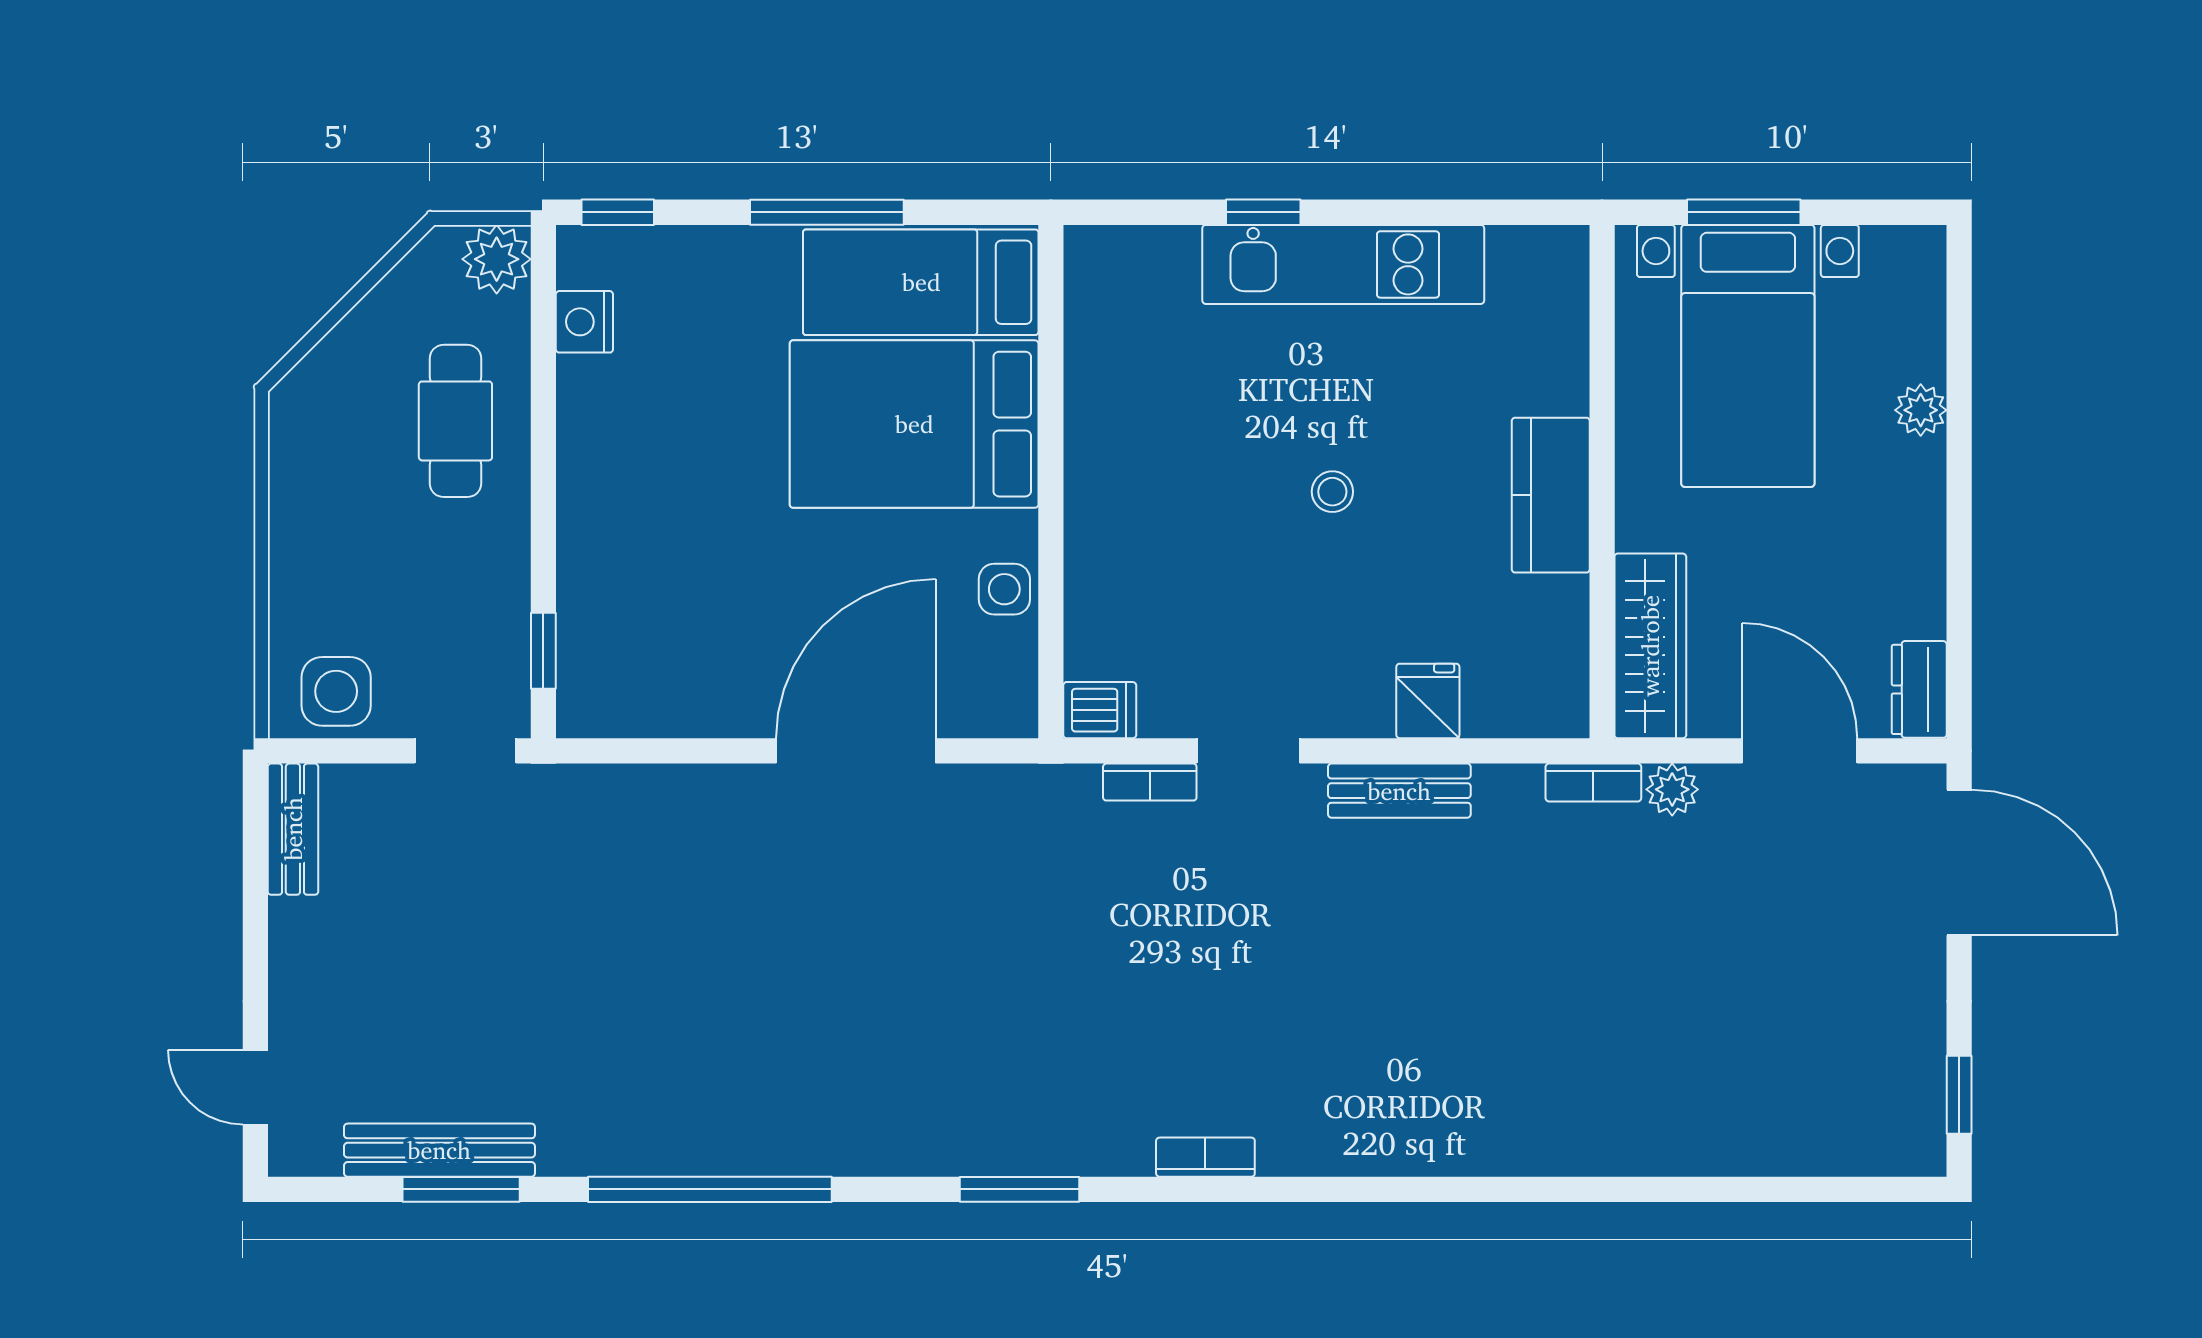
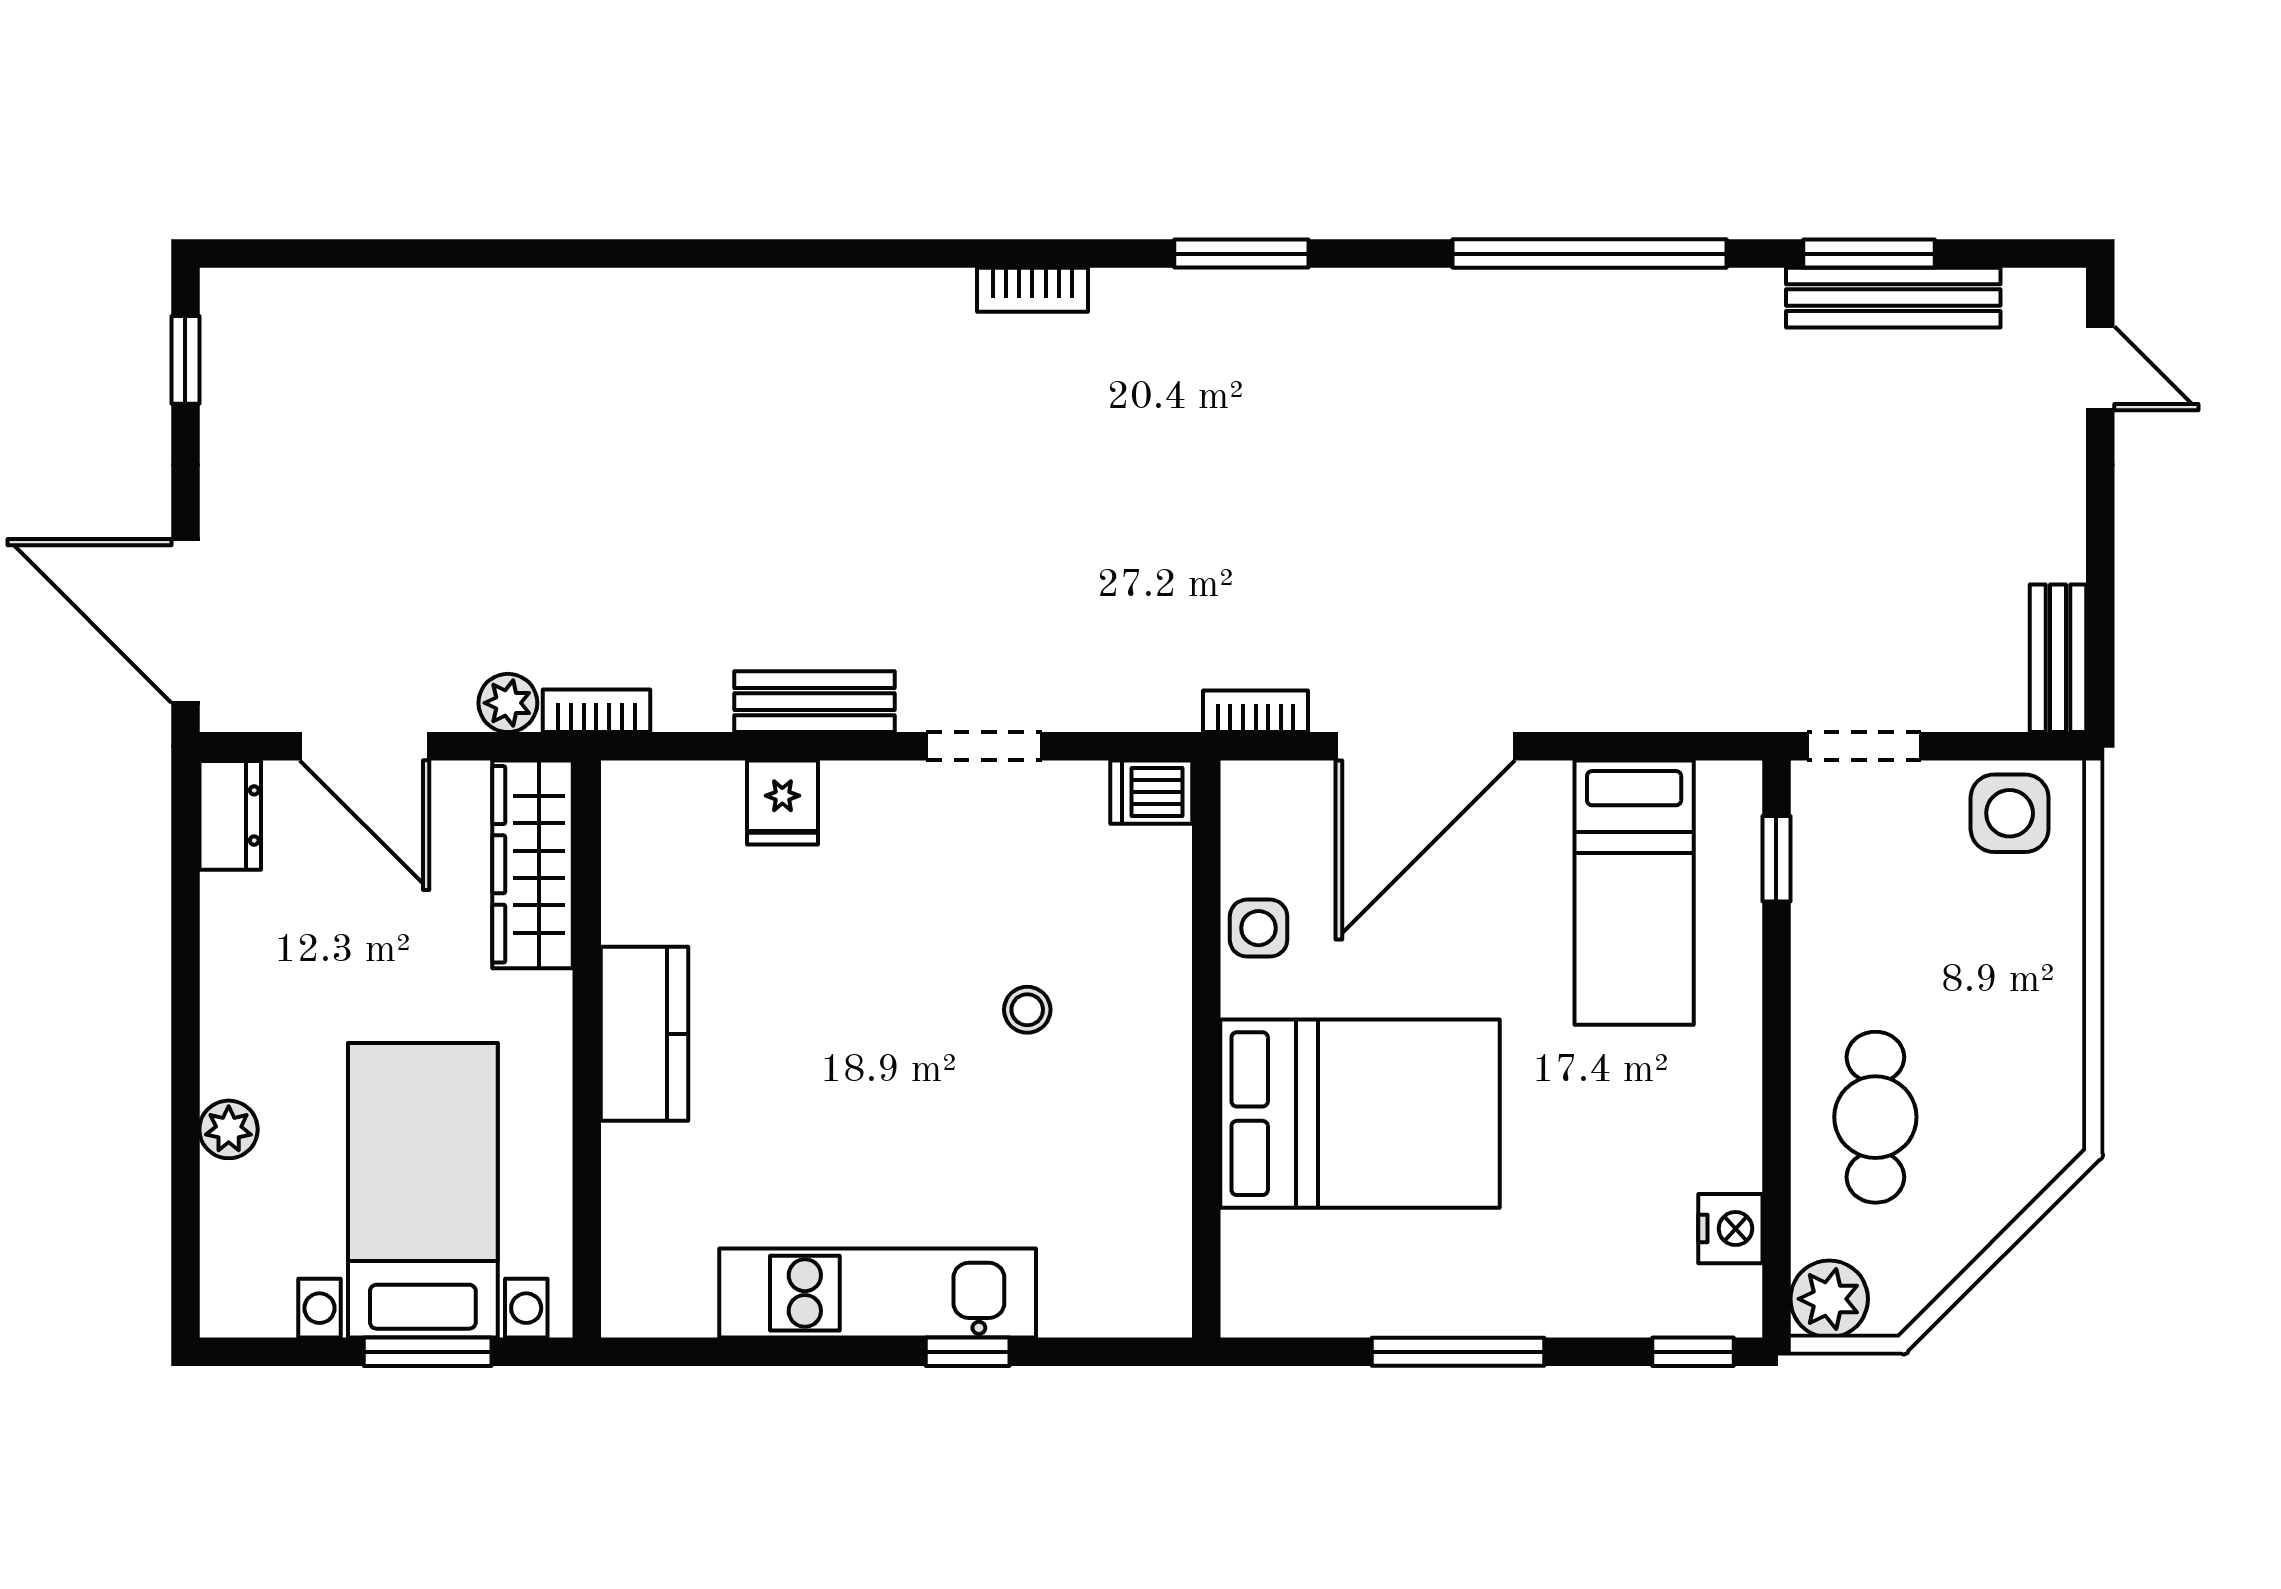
bed: (921, 282) -> (1634, 893), moved, turned 90
stool: (1332, 492) -> (1027, 1010), moved
bookcase: (1150, 782) -> (1256, 711), moved

